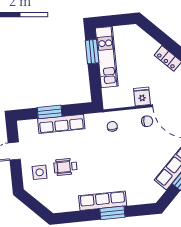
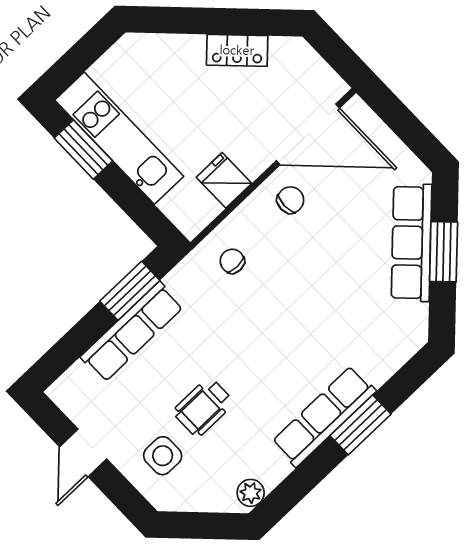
fridge: (142, 97) -> (224, 180), moved
window: (50, 112) -> (130, 291), moved
plant: (59, 207) -> (251, 493), added

